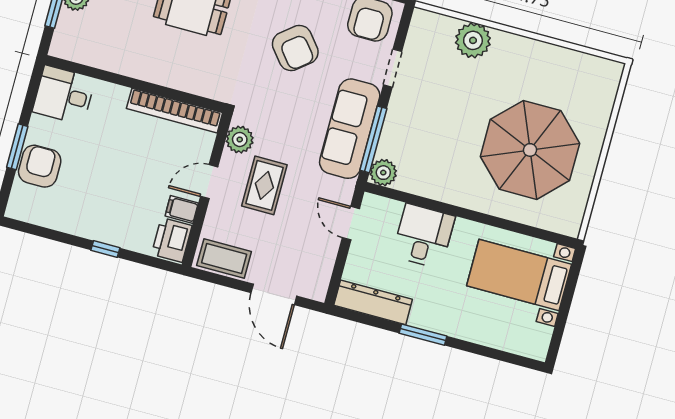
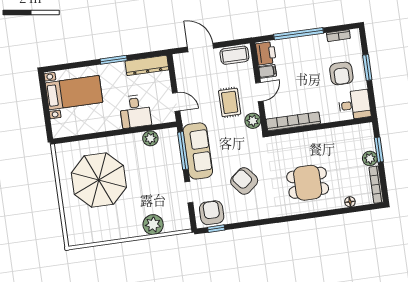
armchair: (40, 166) -> (341, 73), moved
plant: (383, 173) -> (150, 138), moved
bookcase: (42, 218) -> (338, 36), added
window: (105, 249) -> (299, 34), width x3.17
bed with nightstands: (519, 275) -> (74, 93), moved

